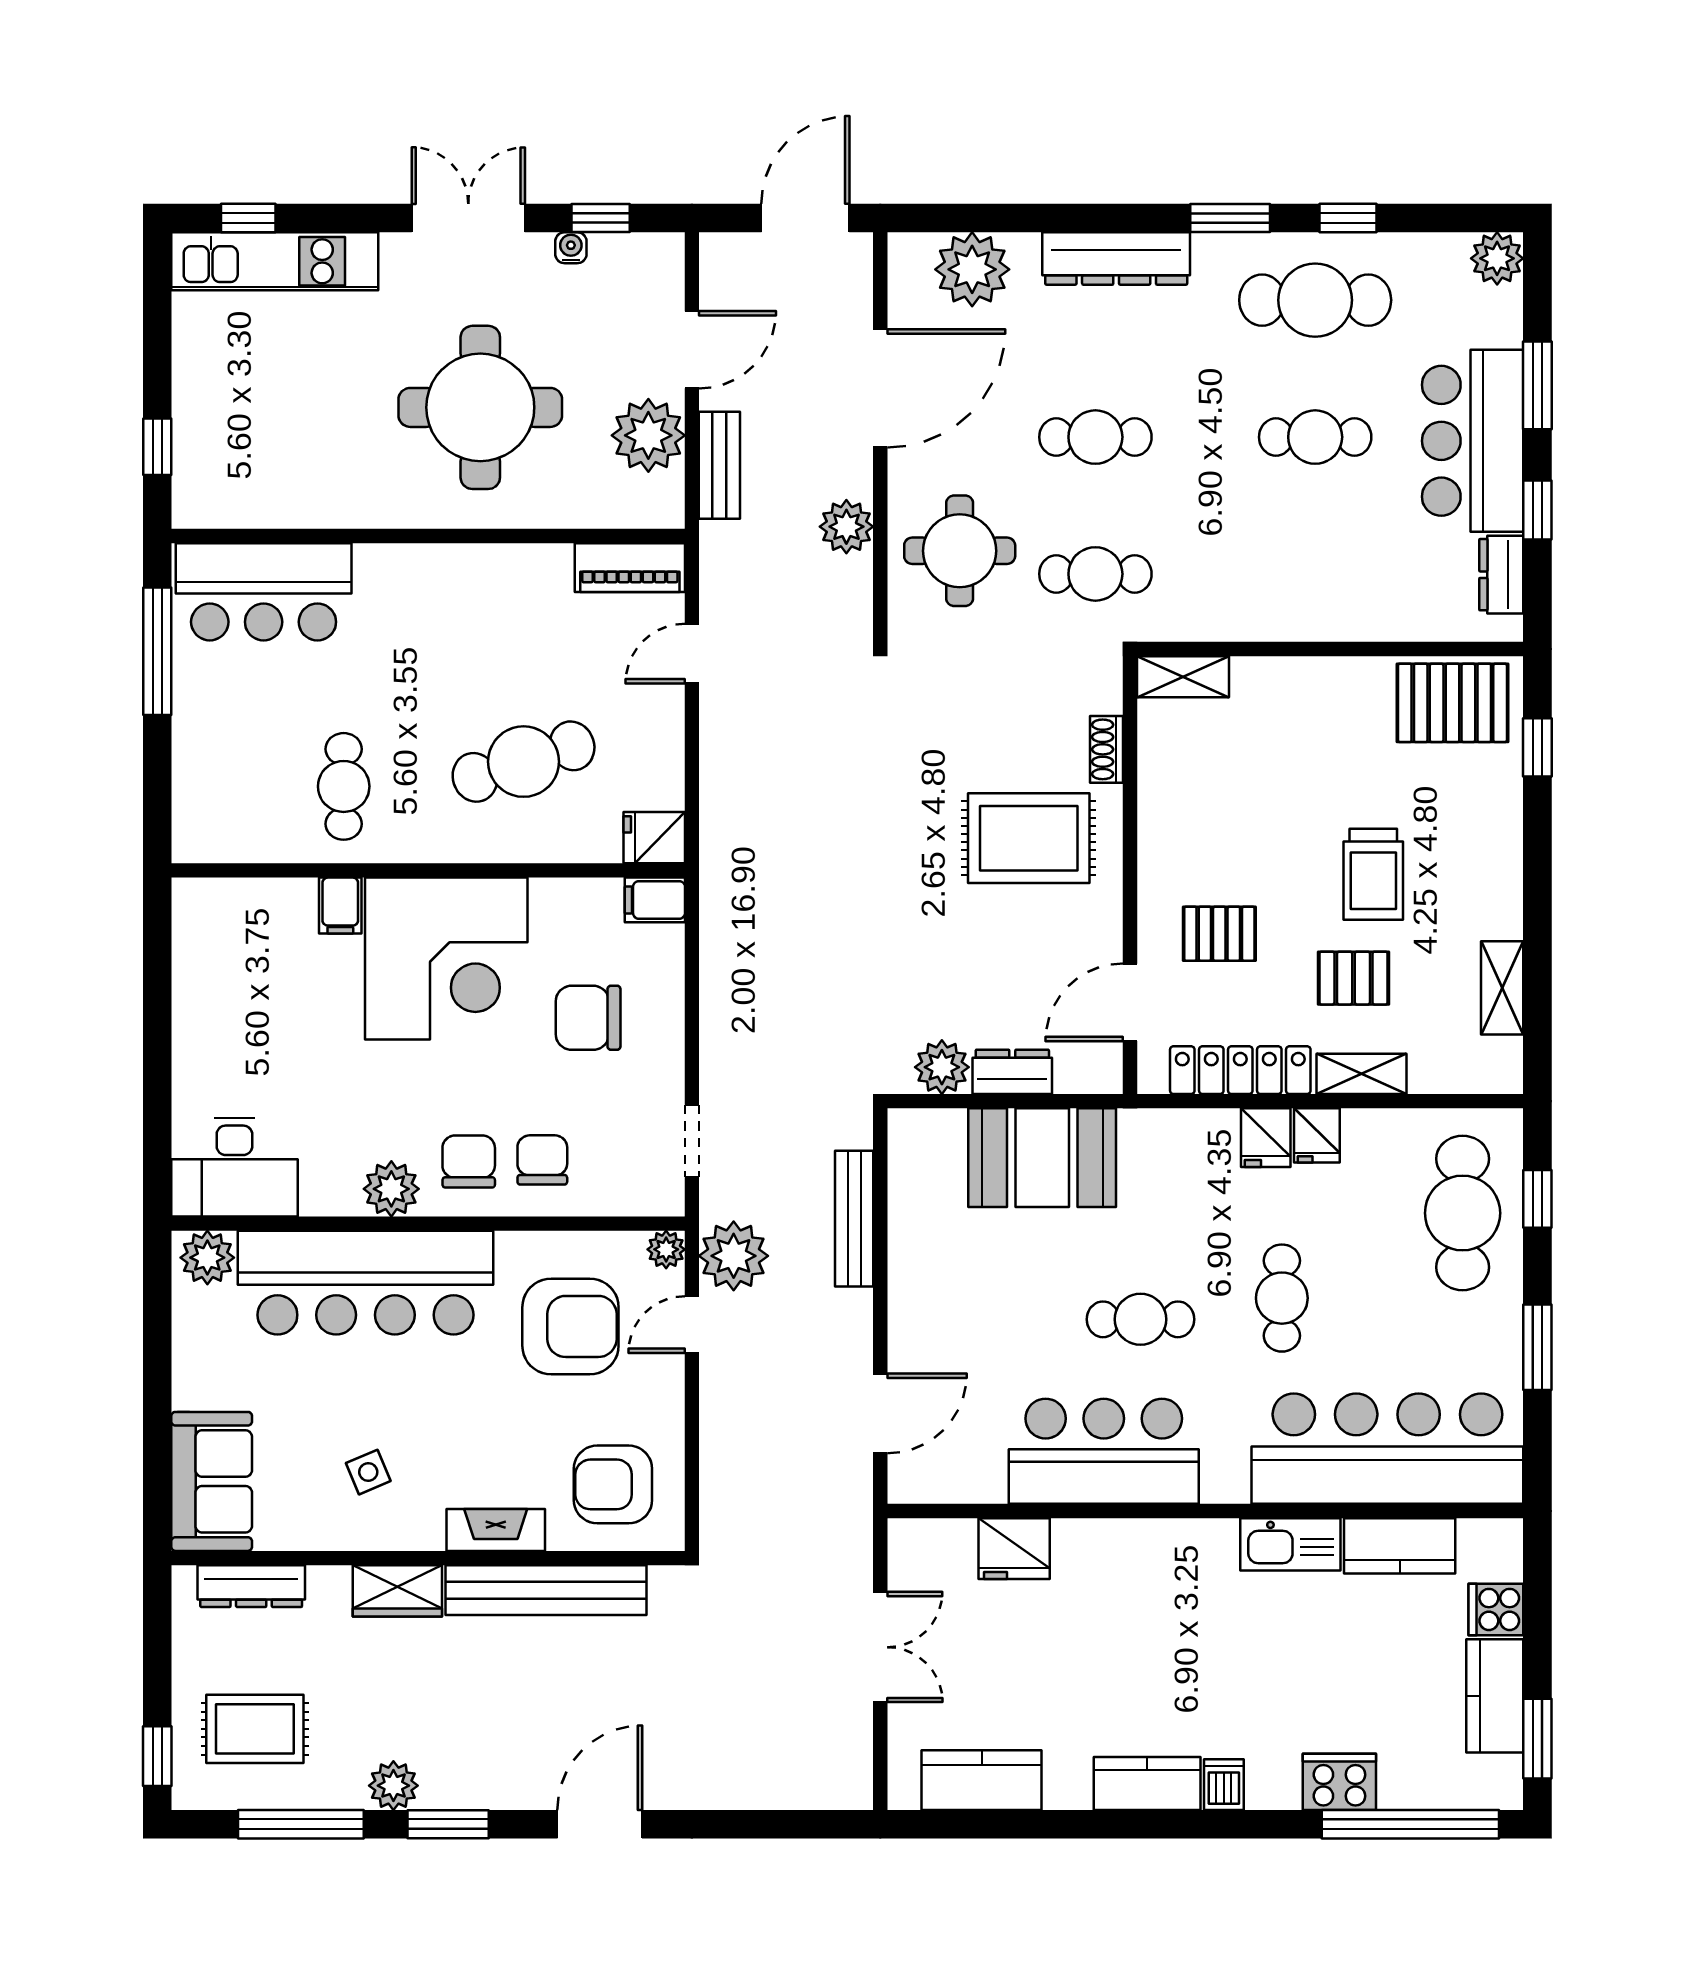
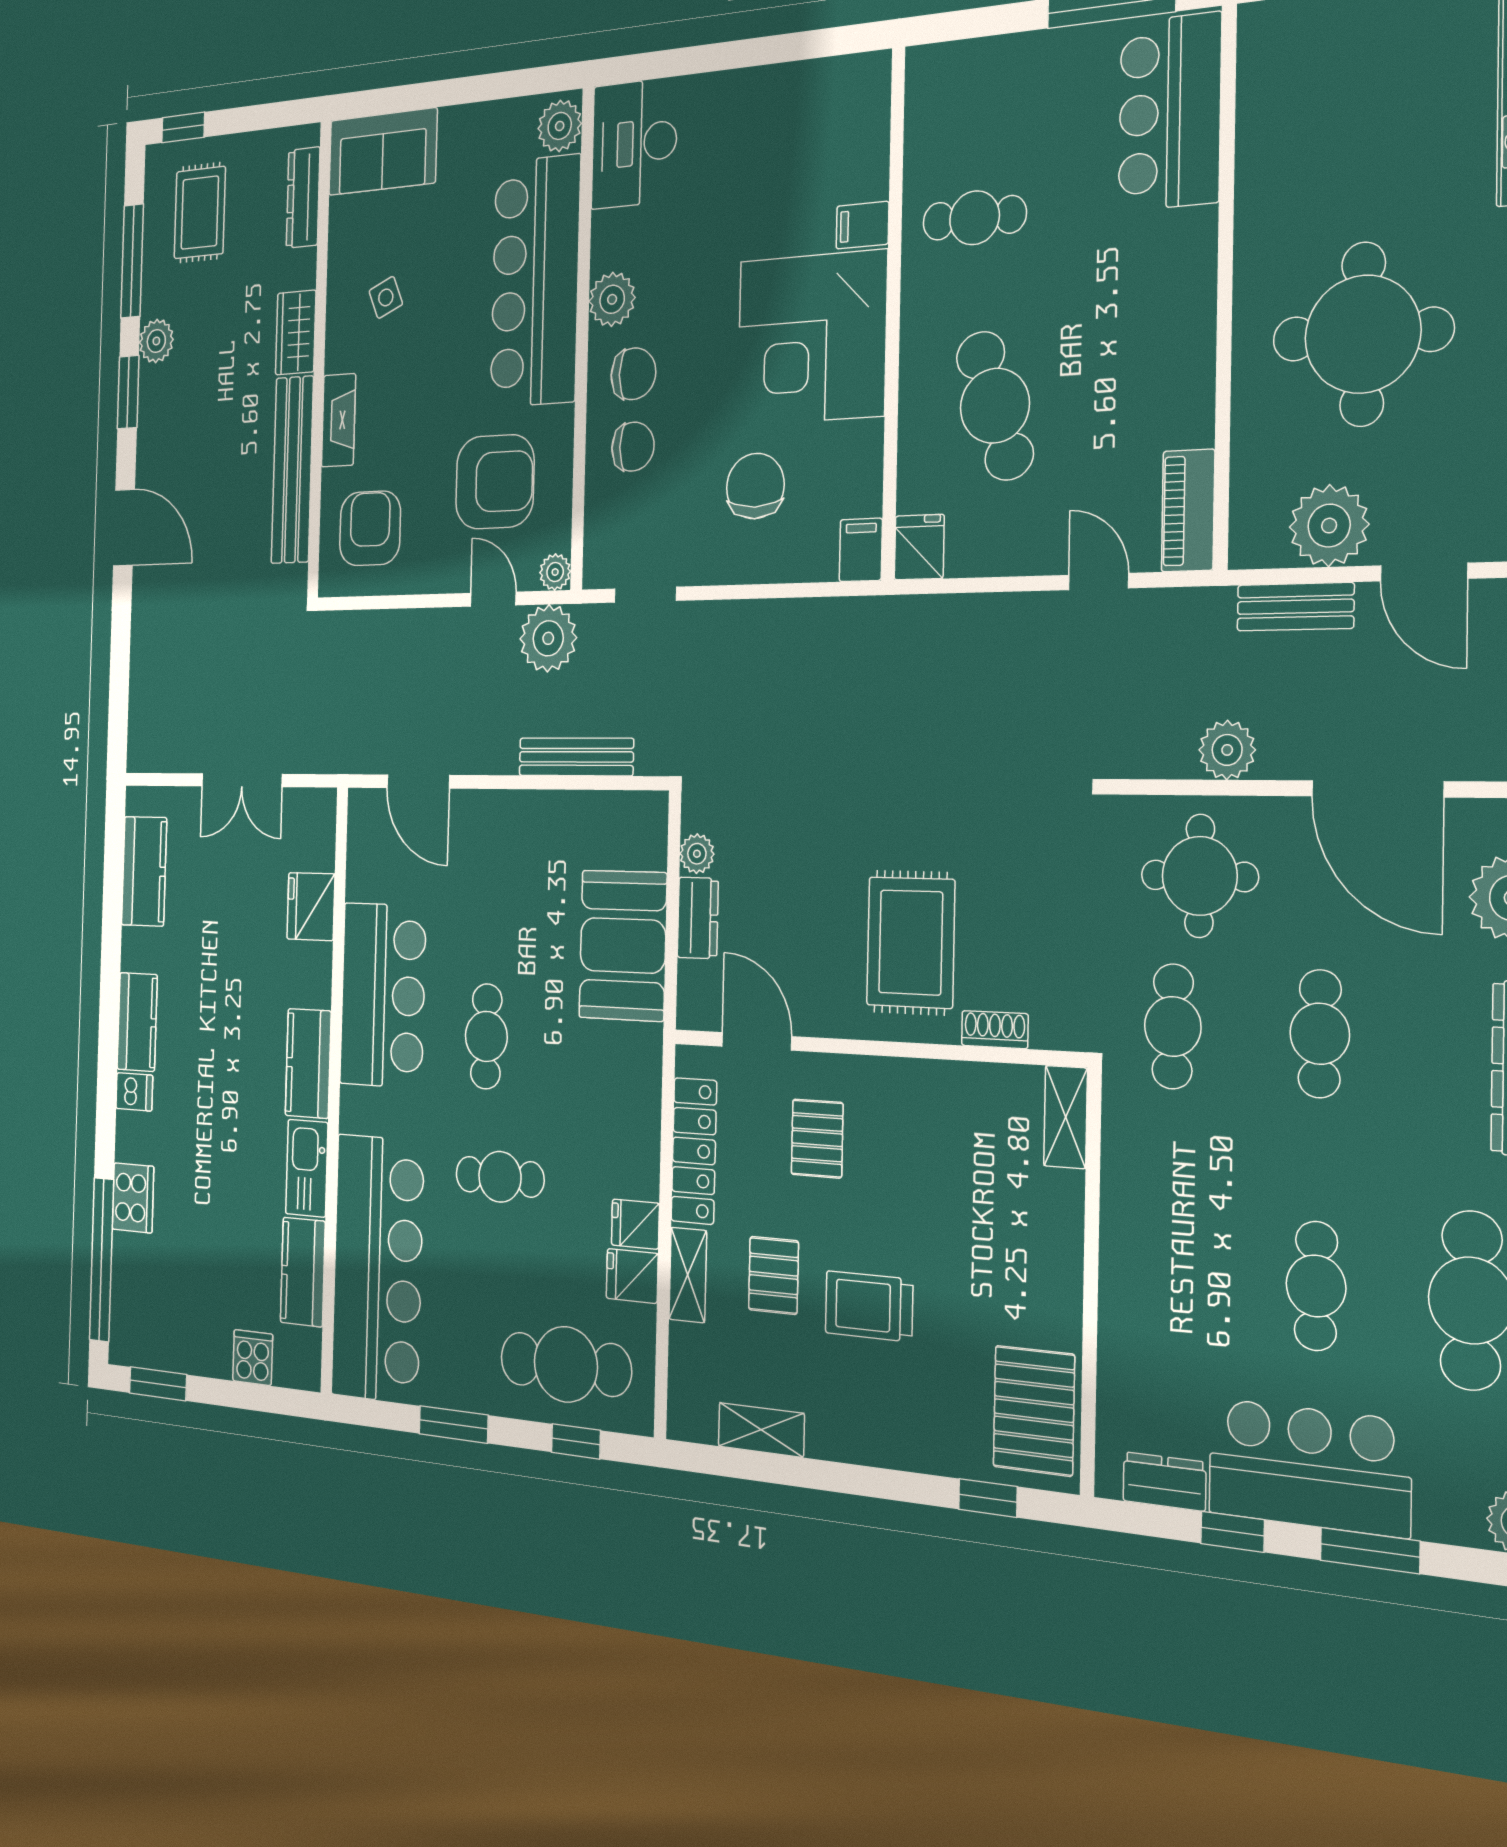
plant: (942, 1067) -> (697, 854), width x0.73, depth x0.73
fridge: (1266, 1138) -> (632, 1276), moved
armchair: (570, 1326) -> (495, 482), turned -90
kitchen counter: (1495, 1696) -> (308, 1063), moved, turned -90

